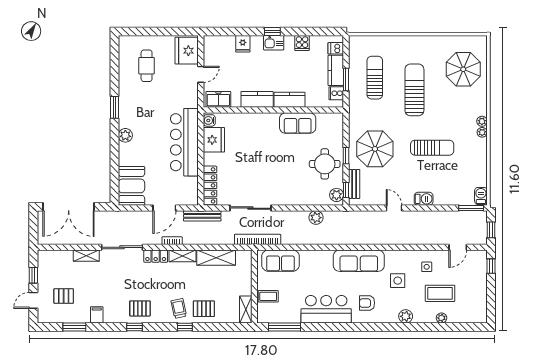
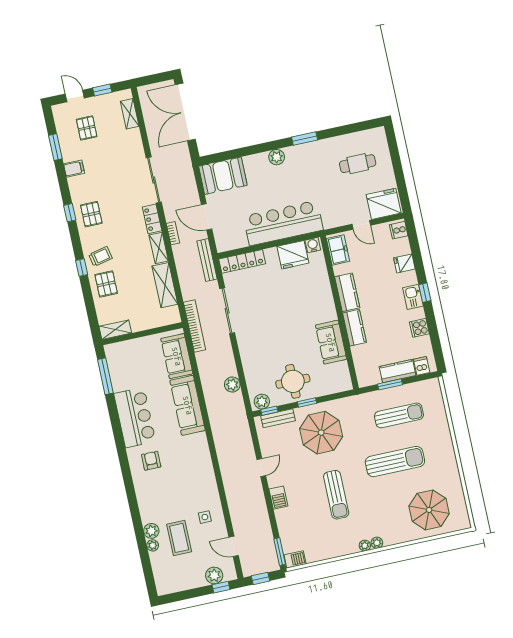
cooker: (336, 93) -> (399, 230), moved, turned -90
shelving: (86, 256) -> (130, 114), moved
sofa: (359, 261) -> (188, 405), moved
plant: (480, 270) -> (214, 575), added
side table: (398, 281) -> (183, 489), removed
coffee table: (268, 296) -> (135, 351), removed
plant: (406, 316) -> (151, 531), moved

